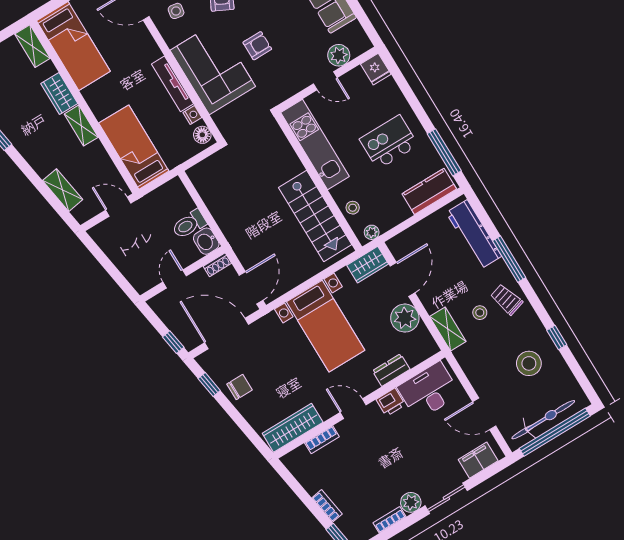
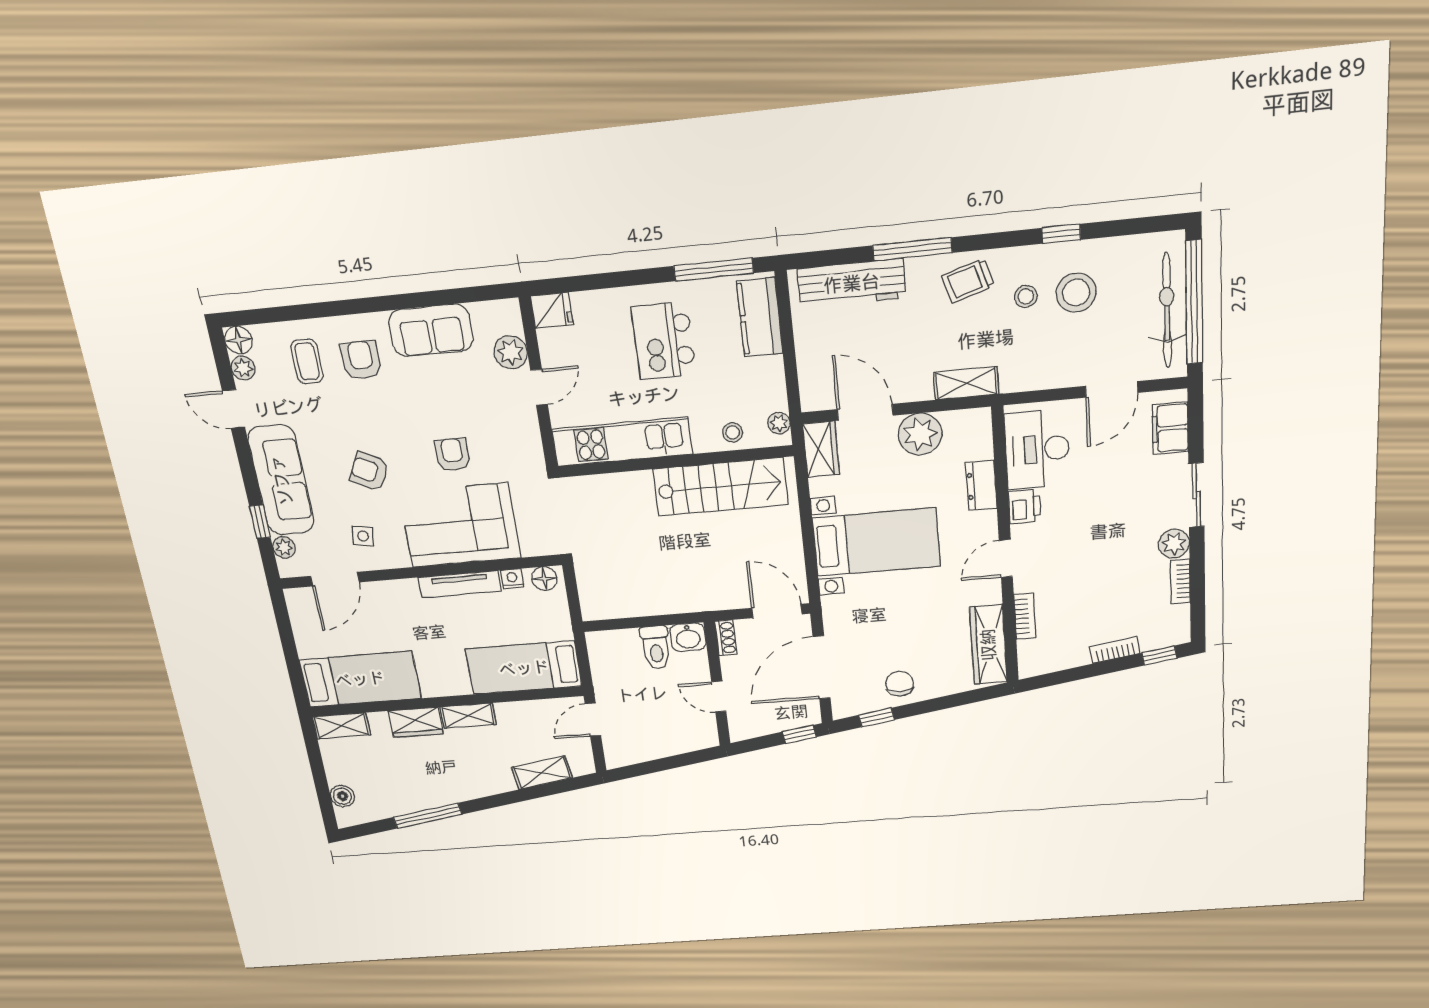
stool: (480, 313) -> (1026, 296), moved

